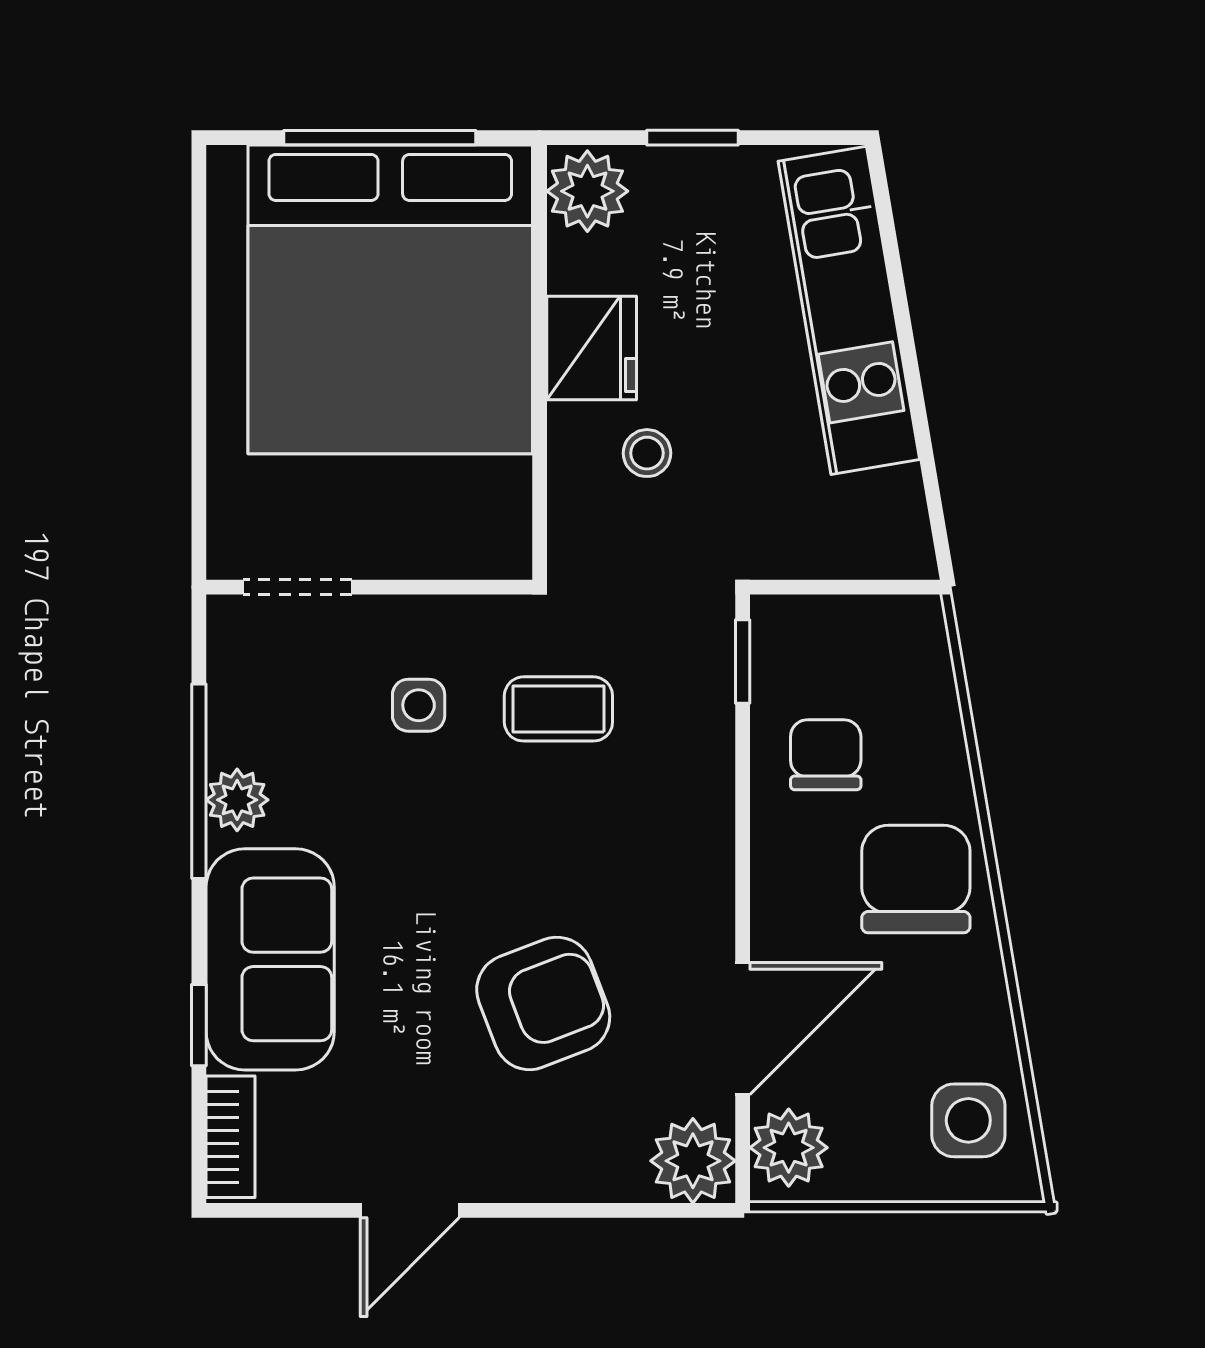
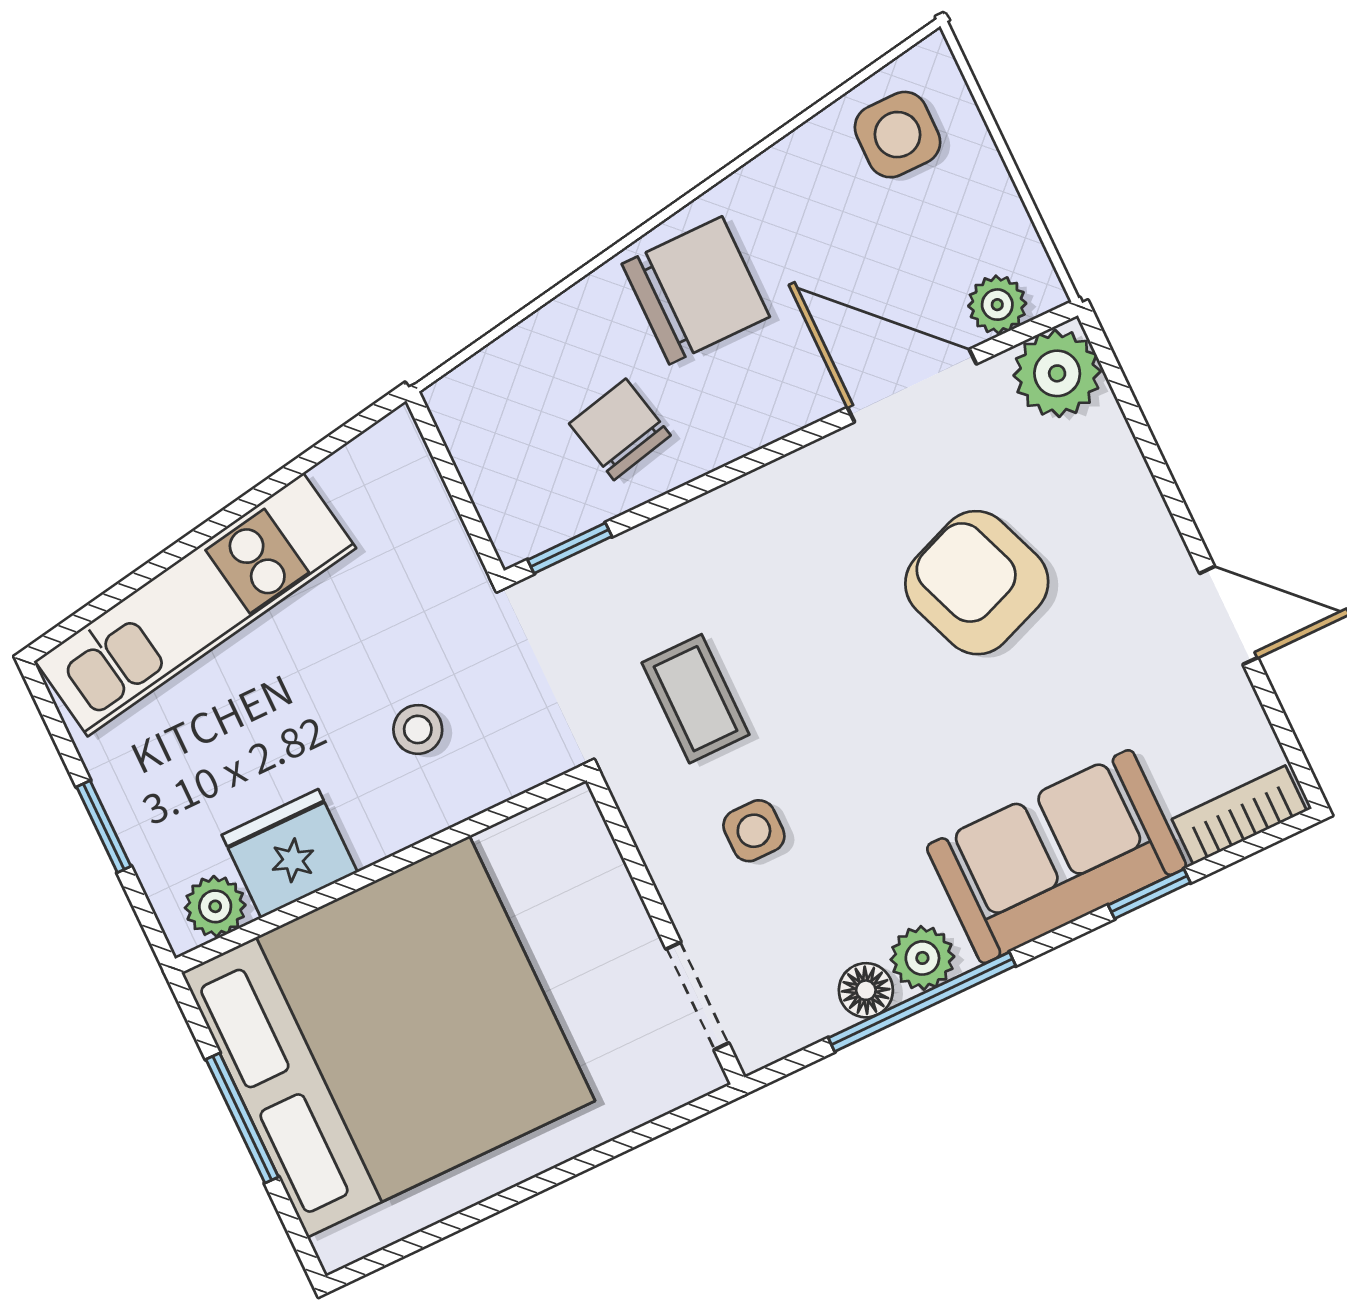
window: (380, 138) -> (242, 1118), width x0.69
plant: (587, 191) -> (215, 906), width x0.73, depth x0.73
fridge: (592, 348) -> (290, 854), moved
floor lamp: (232, 737) -> (866, 990), added
chair: (826, 755) -> (620, 429), turned 77
chair: (916, 879) -> (696, 290), turned 180
plant: (789, 1148) -> (997, 305), width x0.73, depth x0.73

